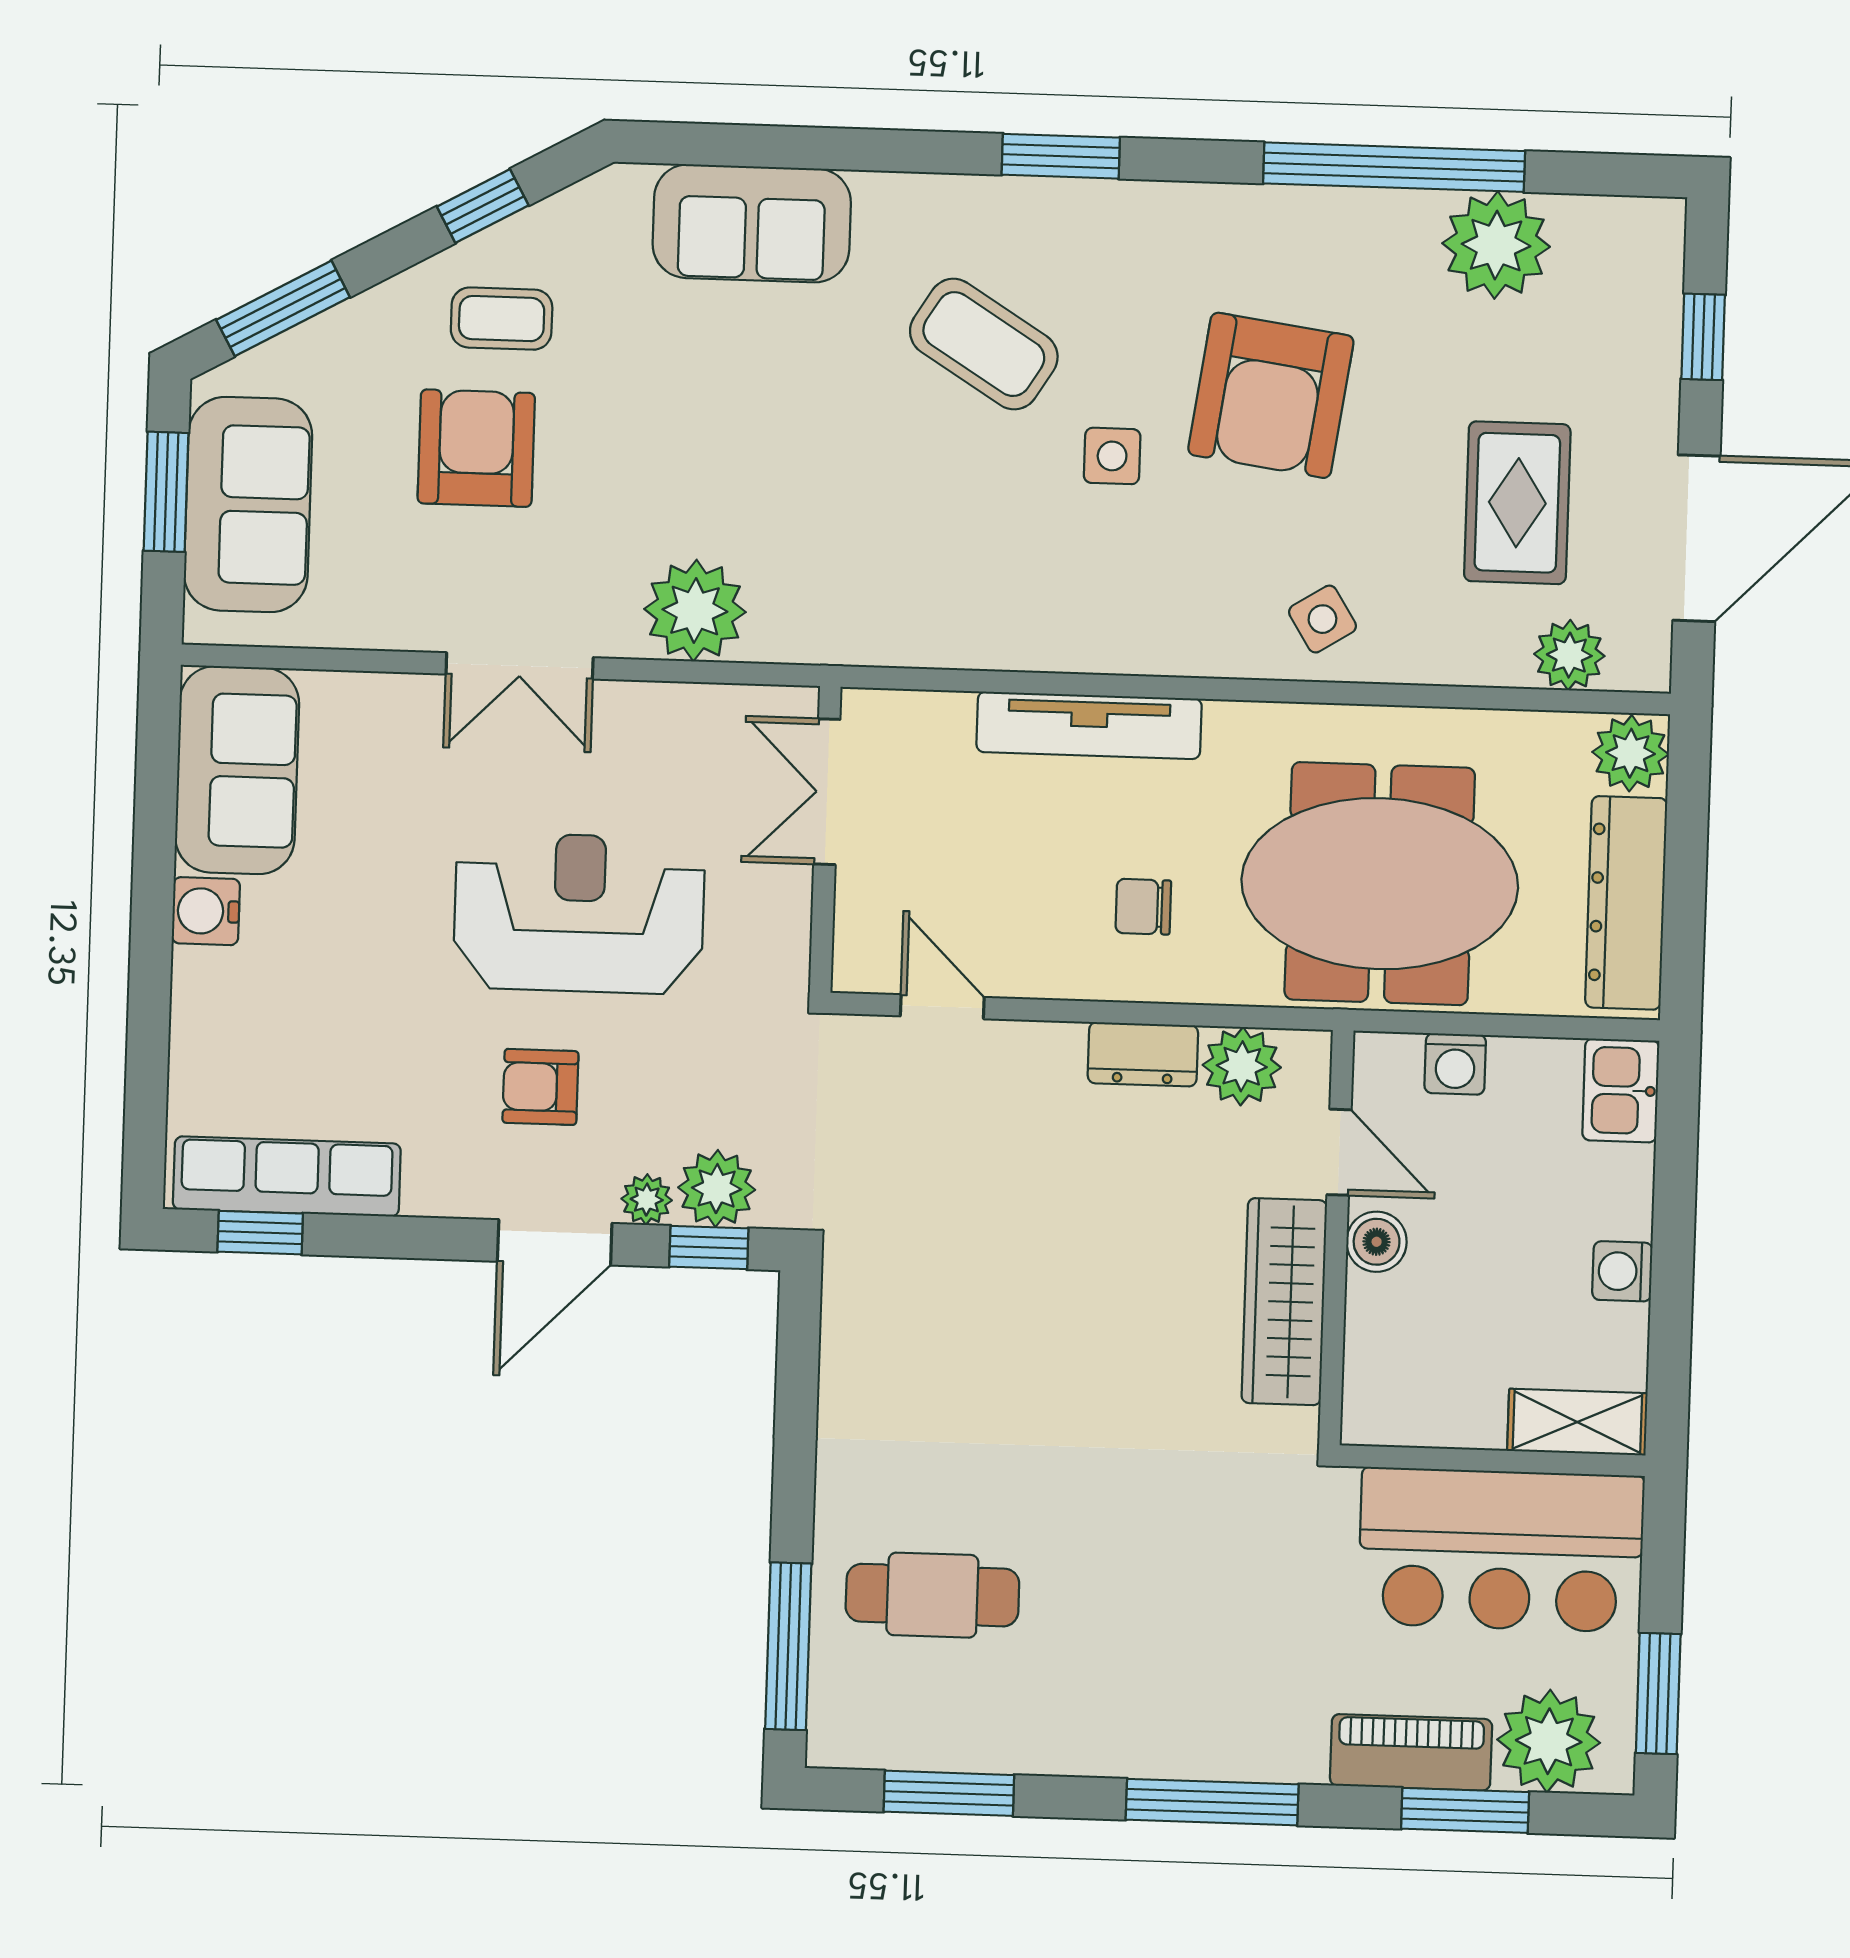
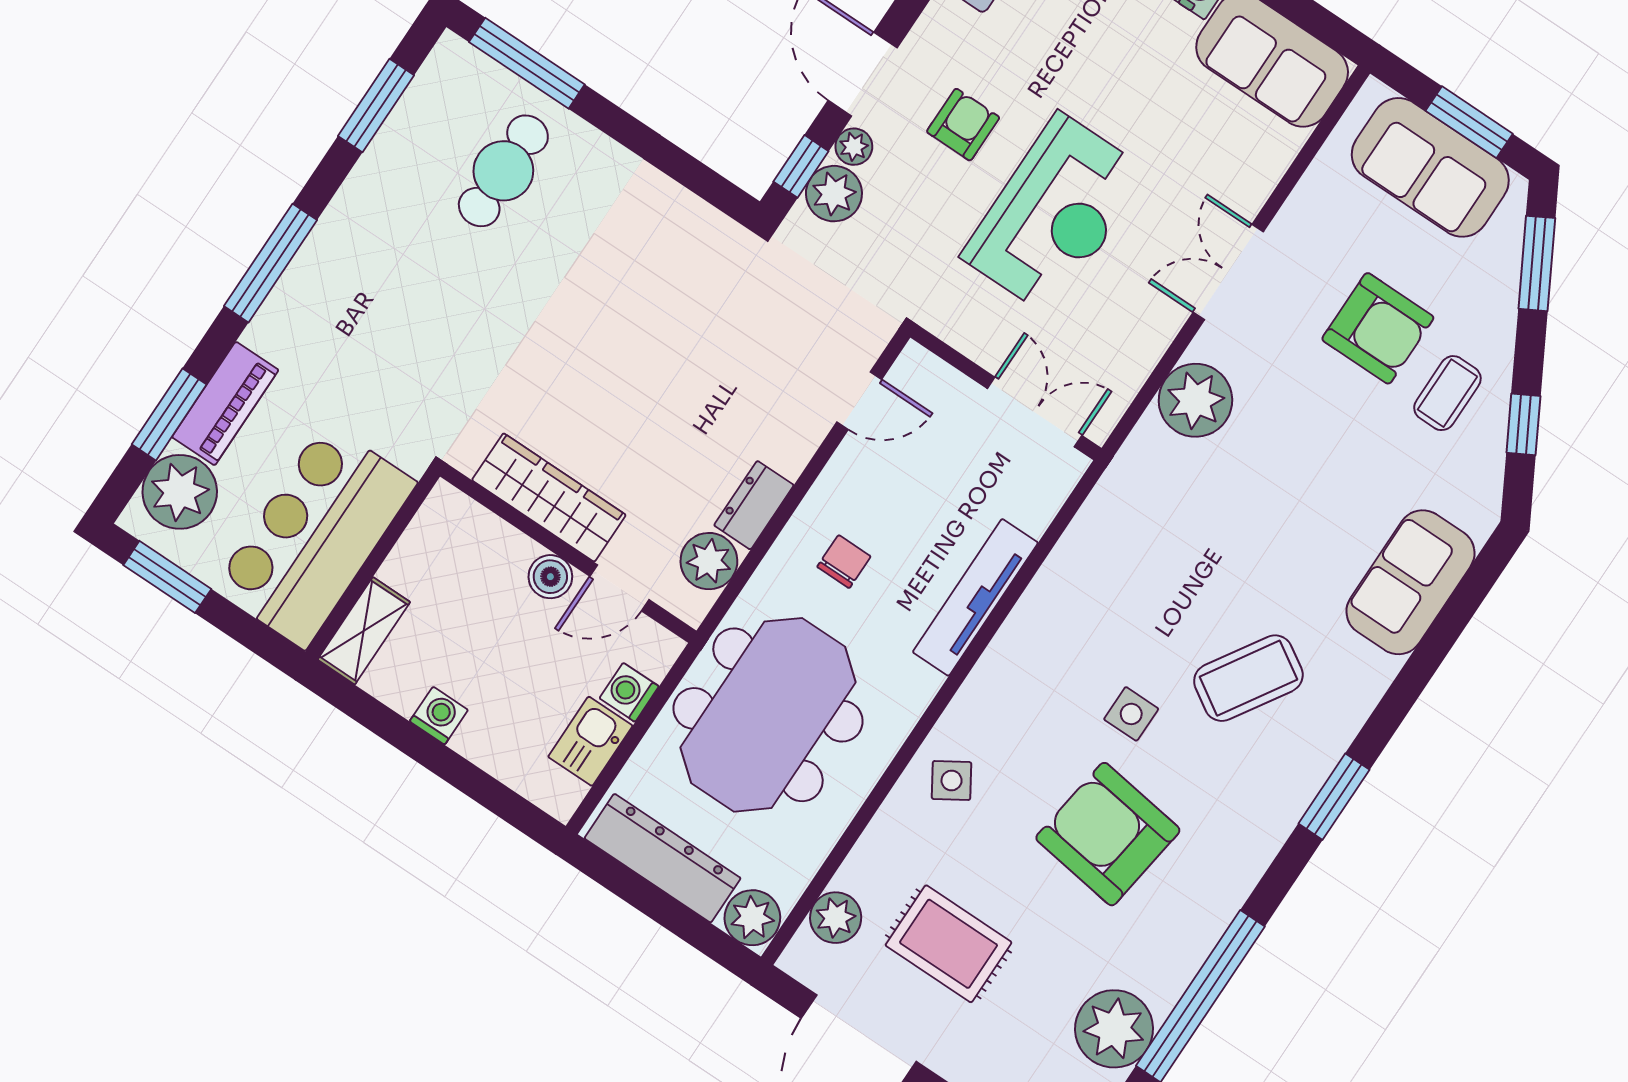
kitchen sink: (1621, 1090) -> (590, 741), moved, turned -90

